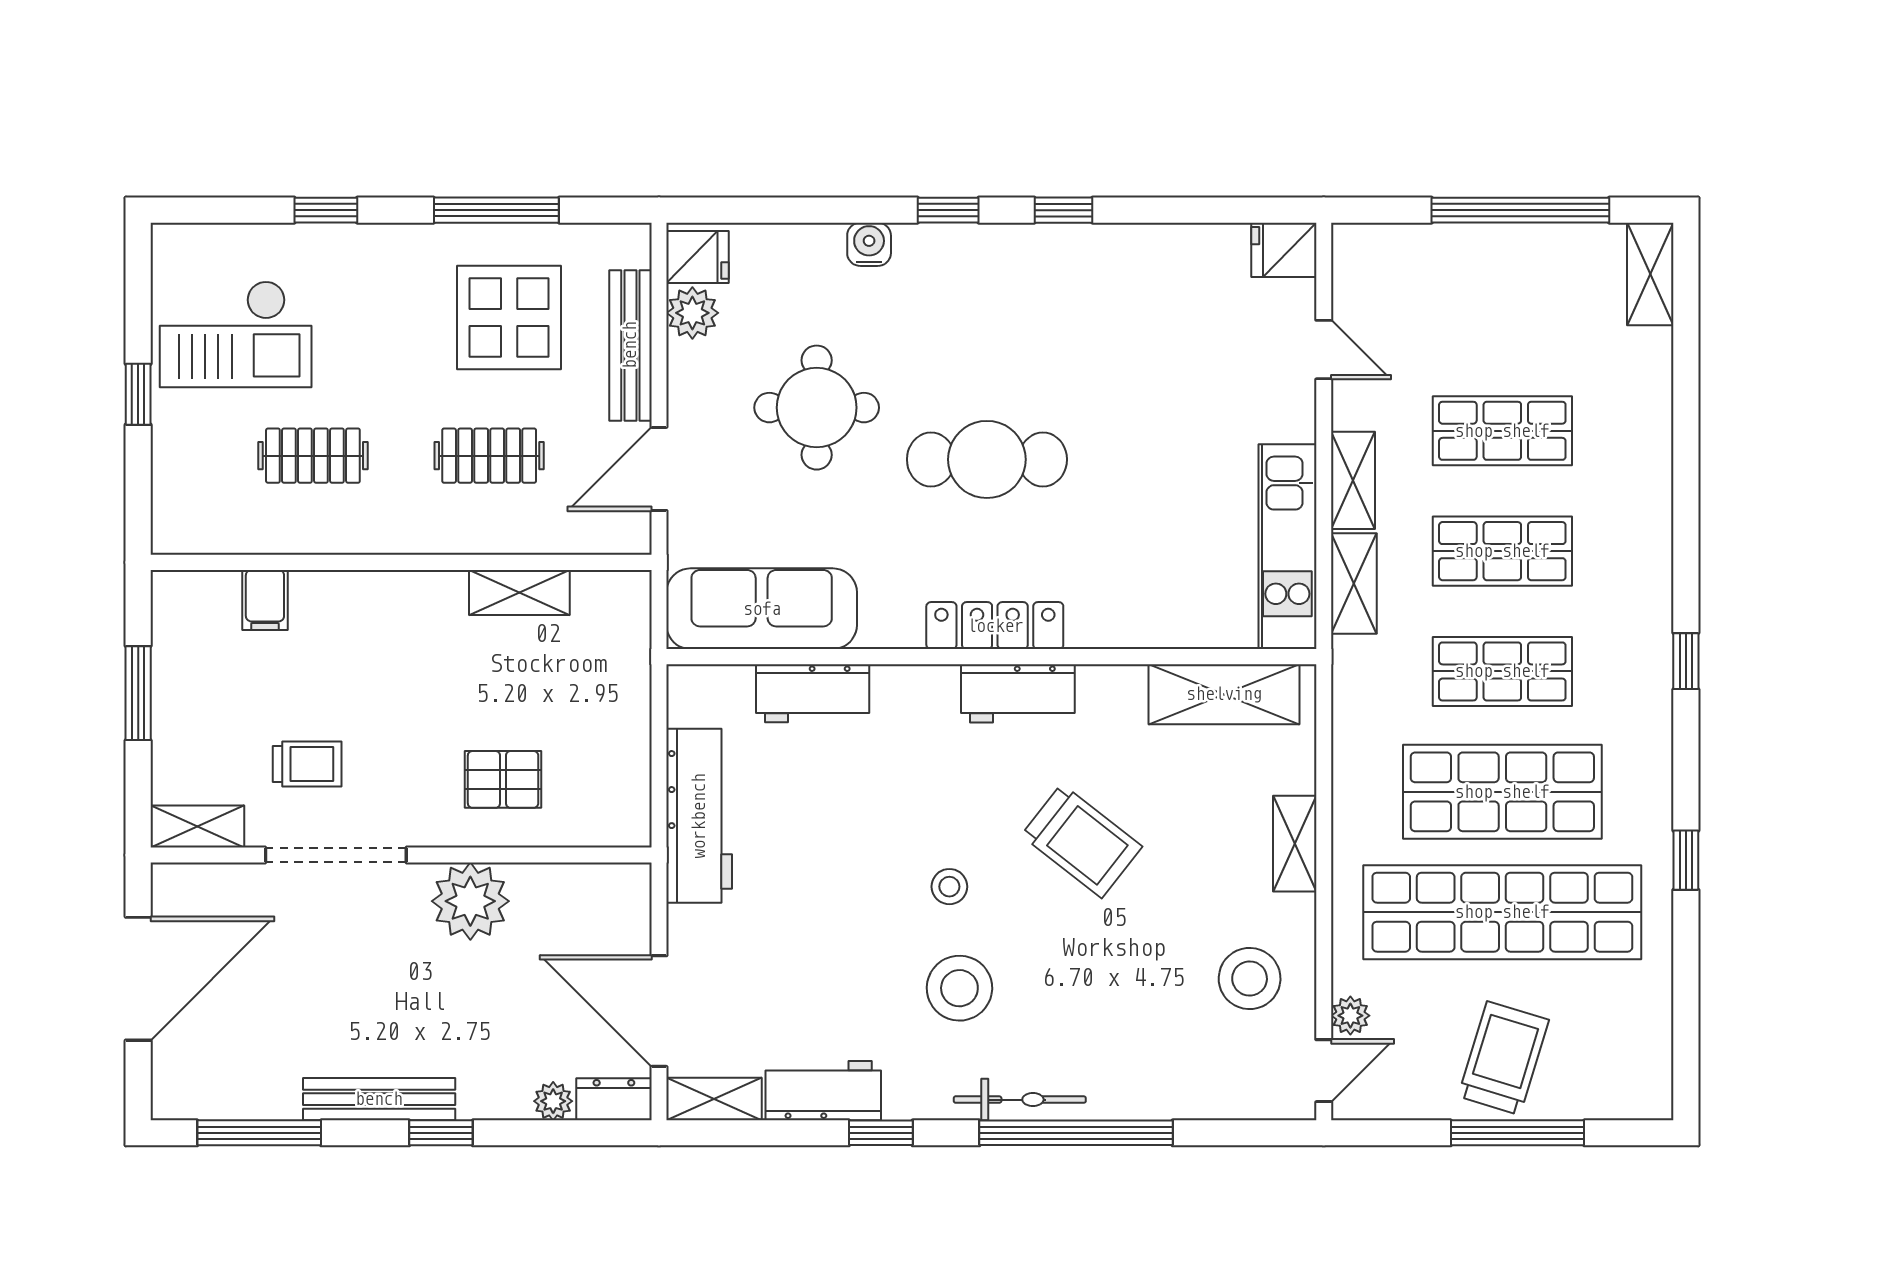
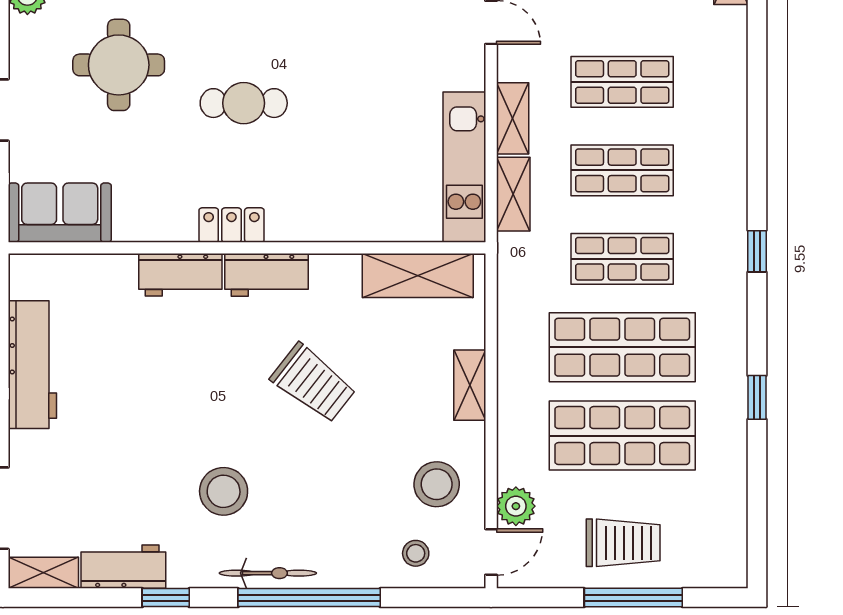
cafe table: (987, 459) -> (244, 103), width x0.73, depth x0.74
sofa: (762, 609) -> (60, 213), width x0.73
locker: (995, 626) -> (231, 225), width x0.66
workbench: (813, 693) -> (180, 275), moved
stool: (949, 887) -> (416, 553), moved
shop shelf: (1502, 912) -> (622, 436), width x0.71
plant: (1350, 1016) -> (516, 506), width x1.38, depth x1.38
trolley: (1504, 1058) -> (623, 543), turned 73

